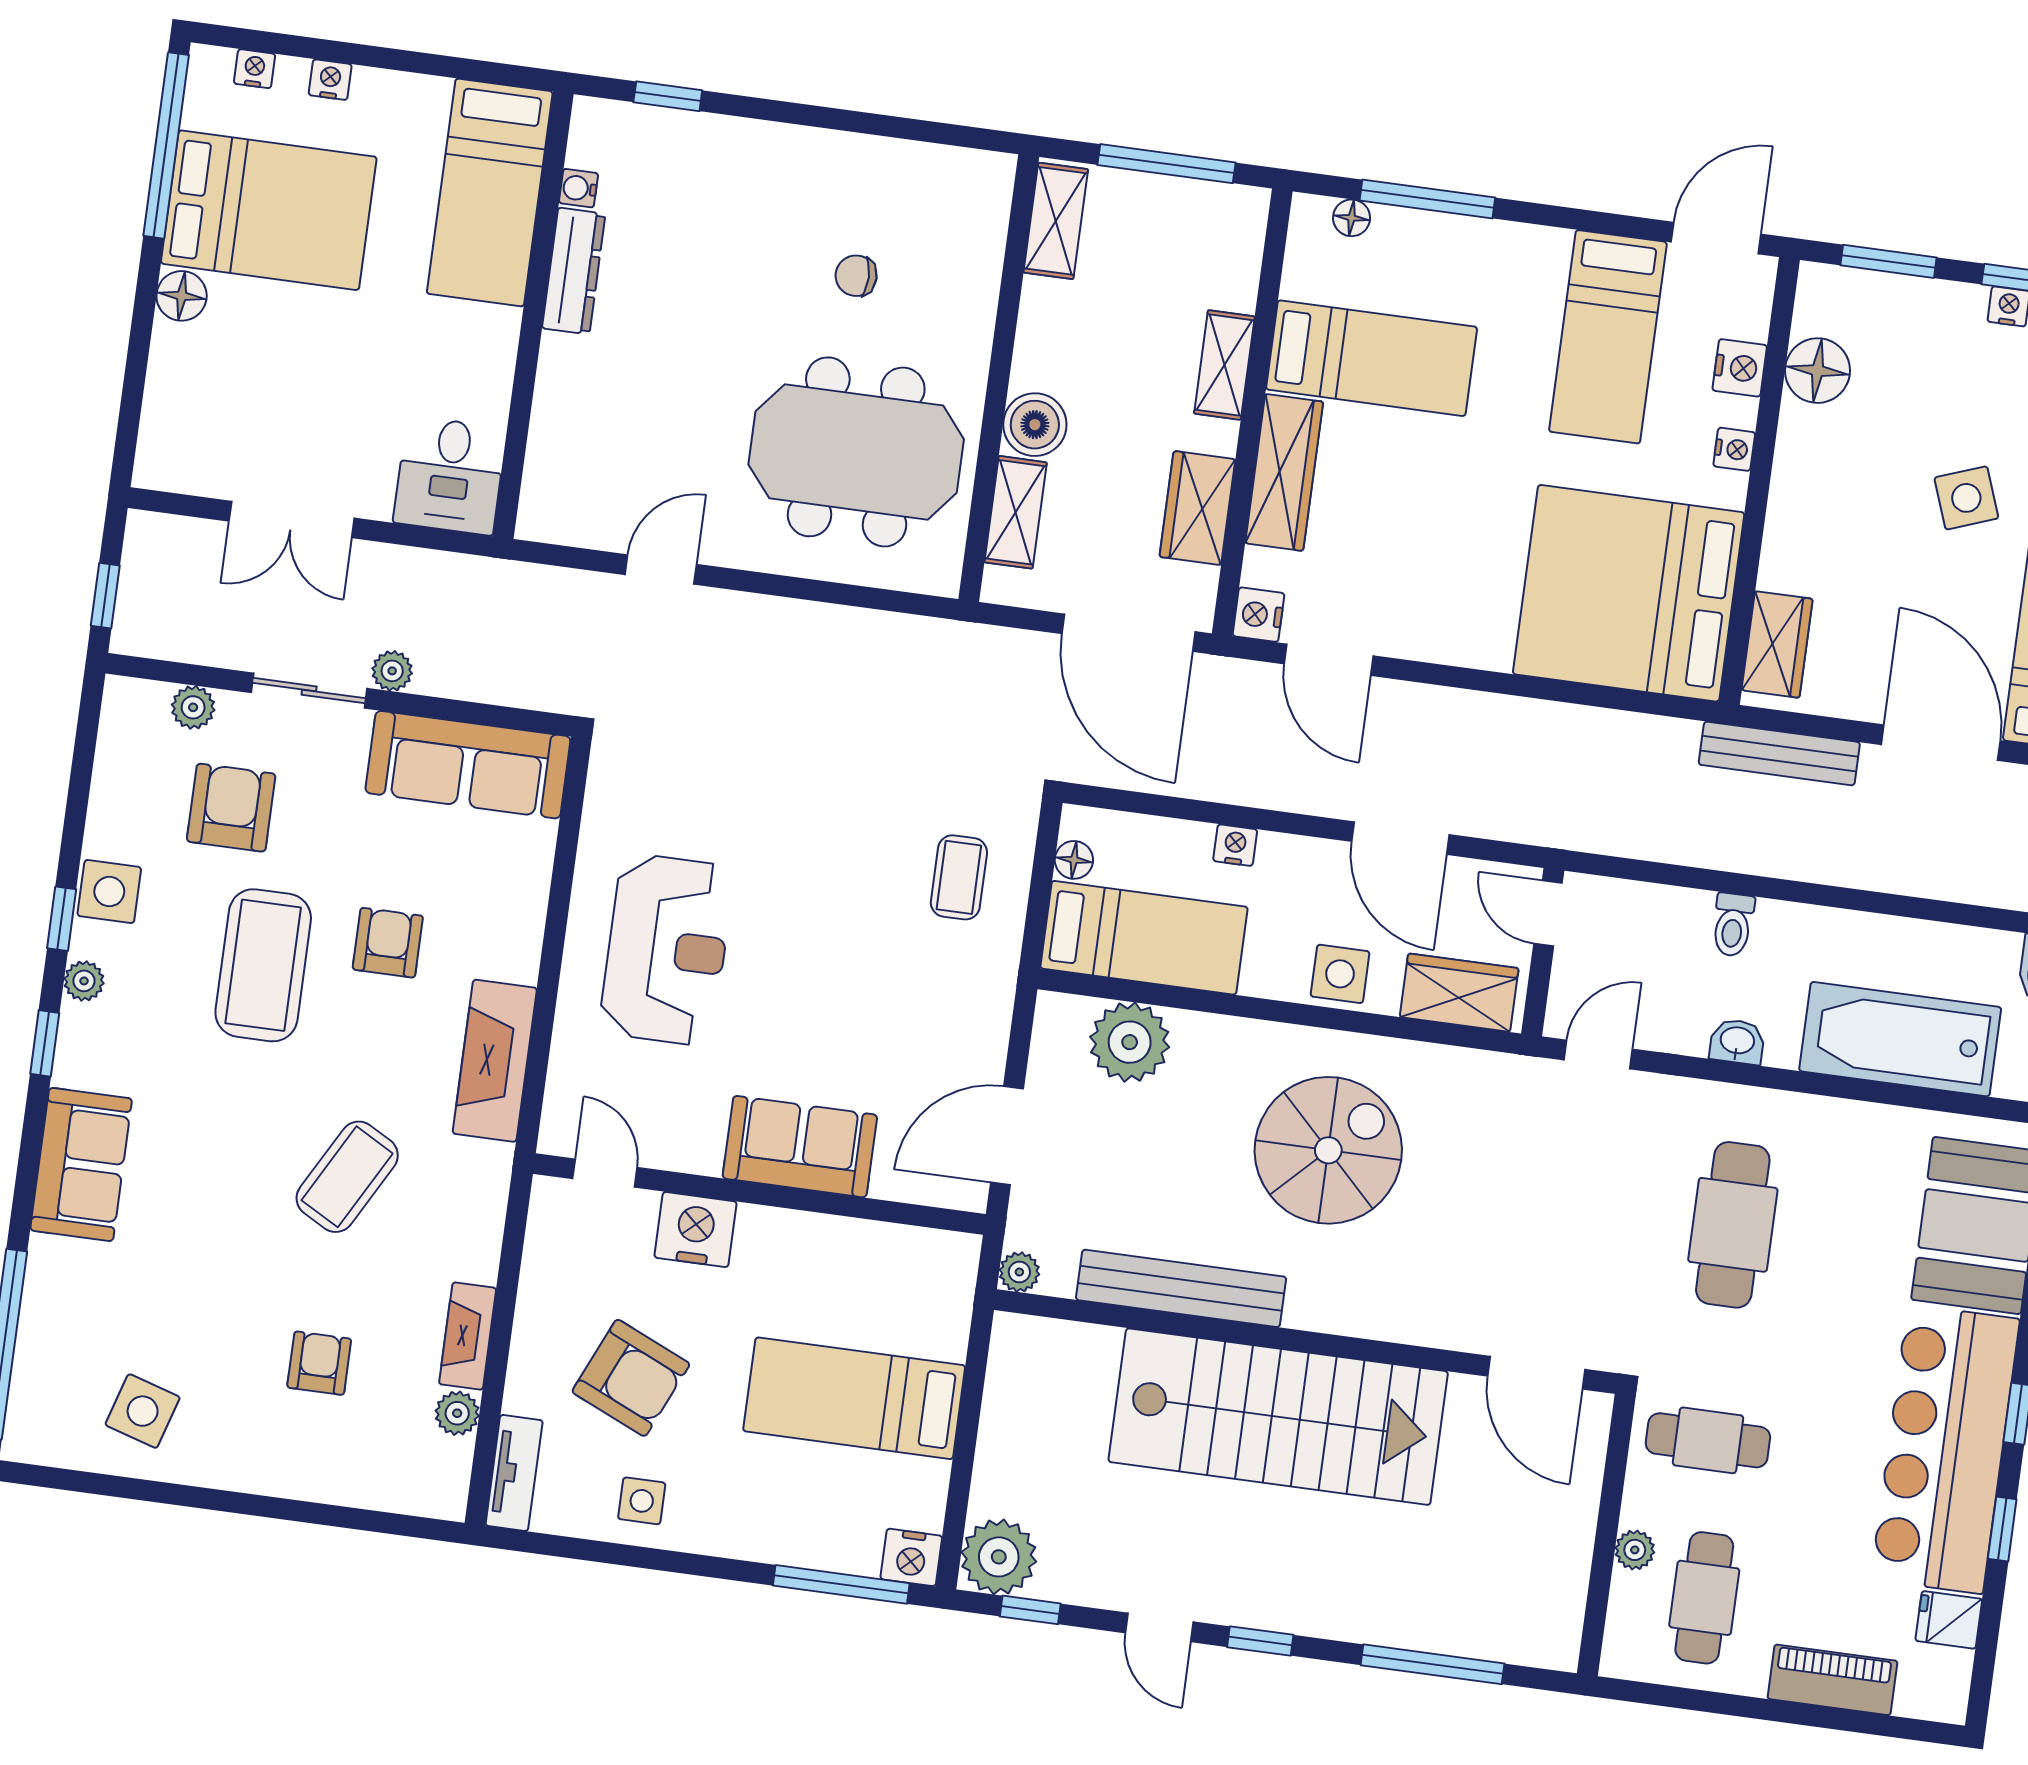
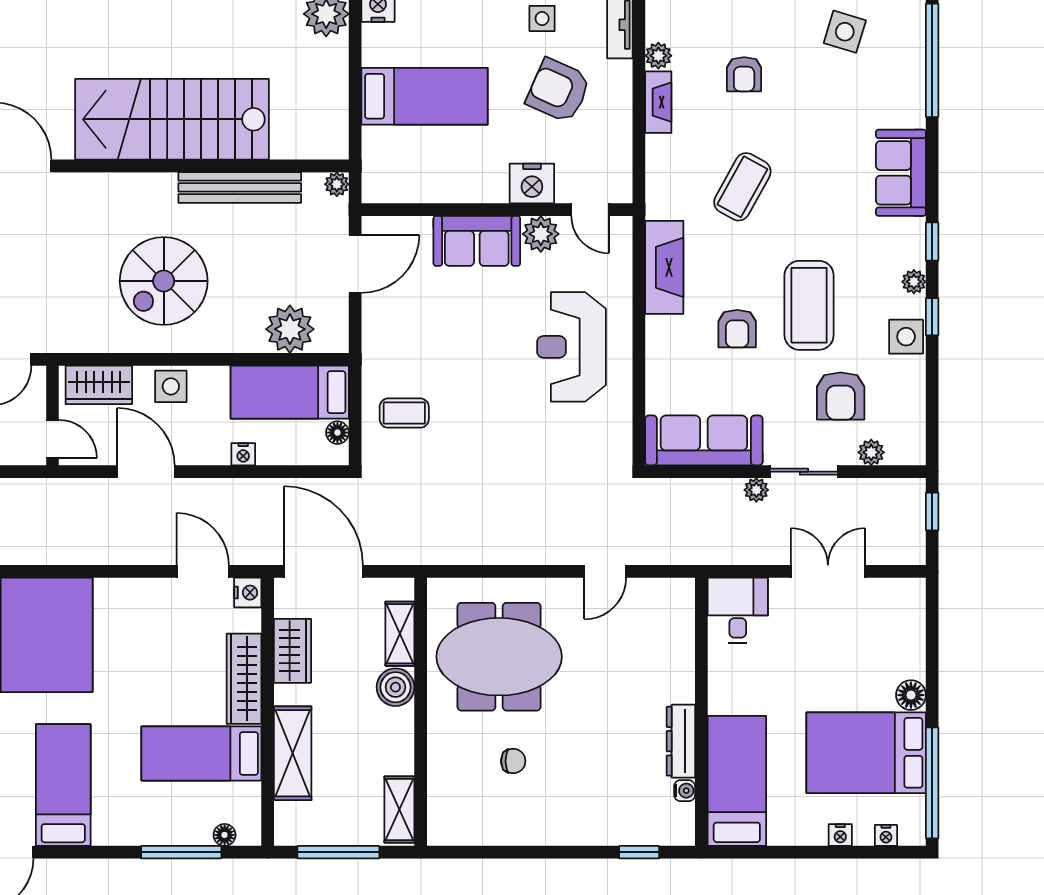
shelving: (1224, 365) -> (293, 753), width x1.50, depth x1.33
coffee table: (959, 877) -> (404, 413), turned 90
plant: (692, 1144) -> (541, 234), added

